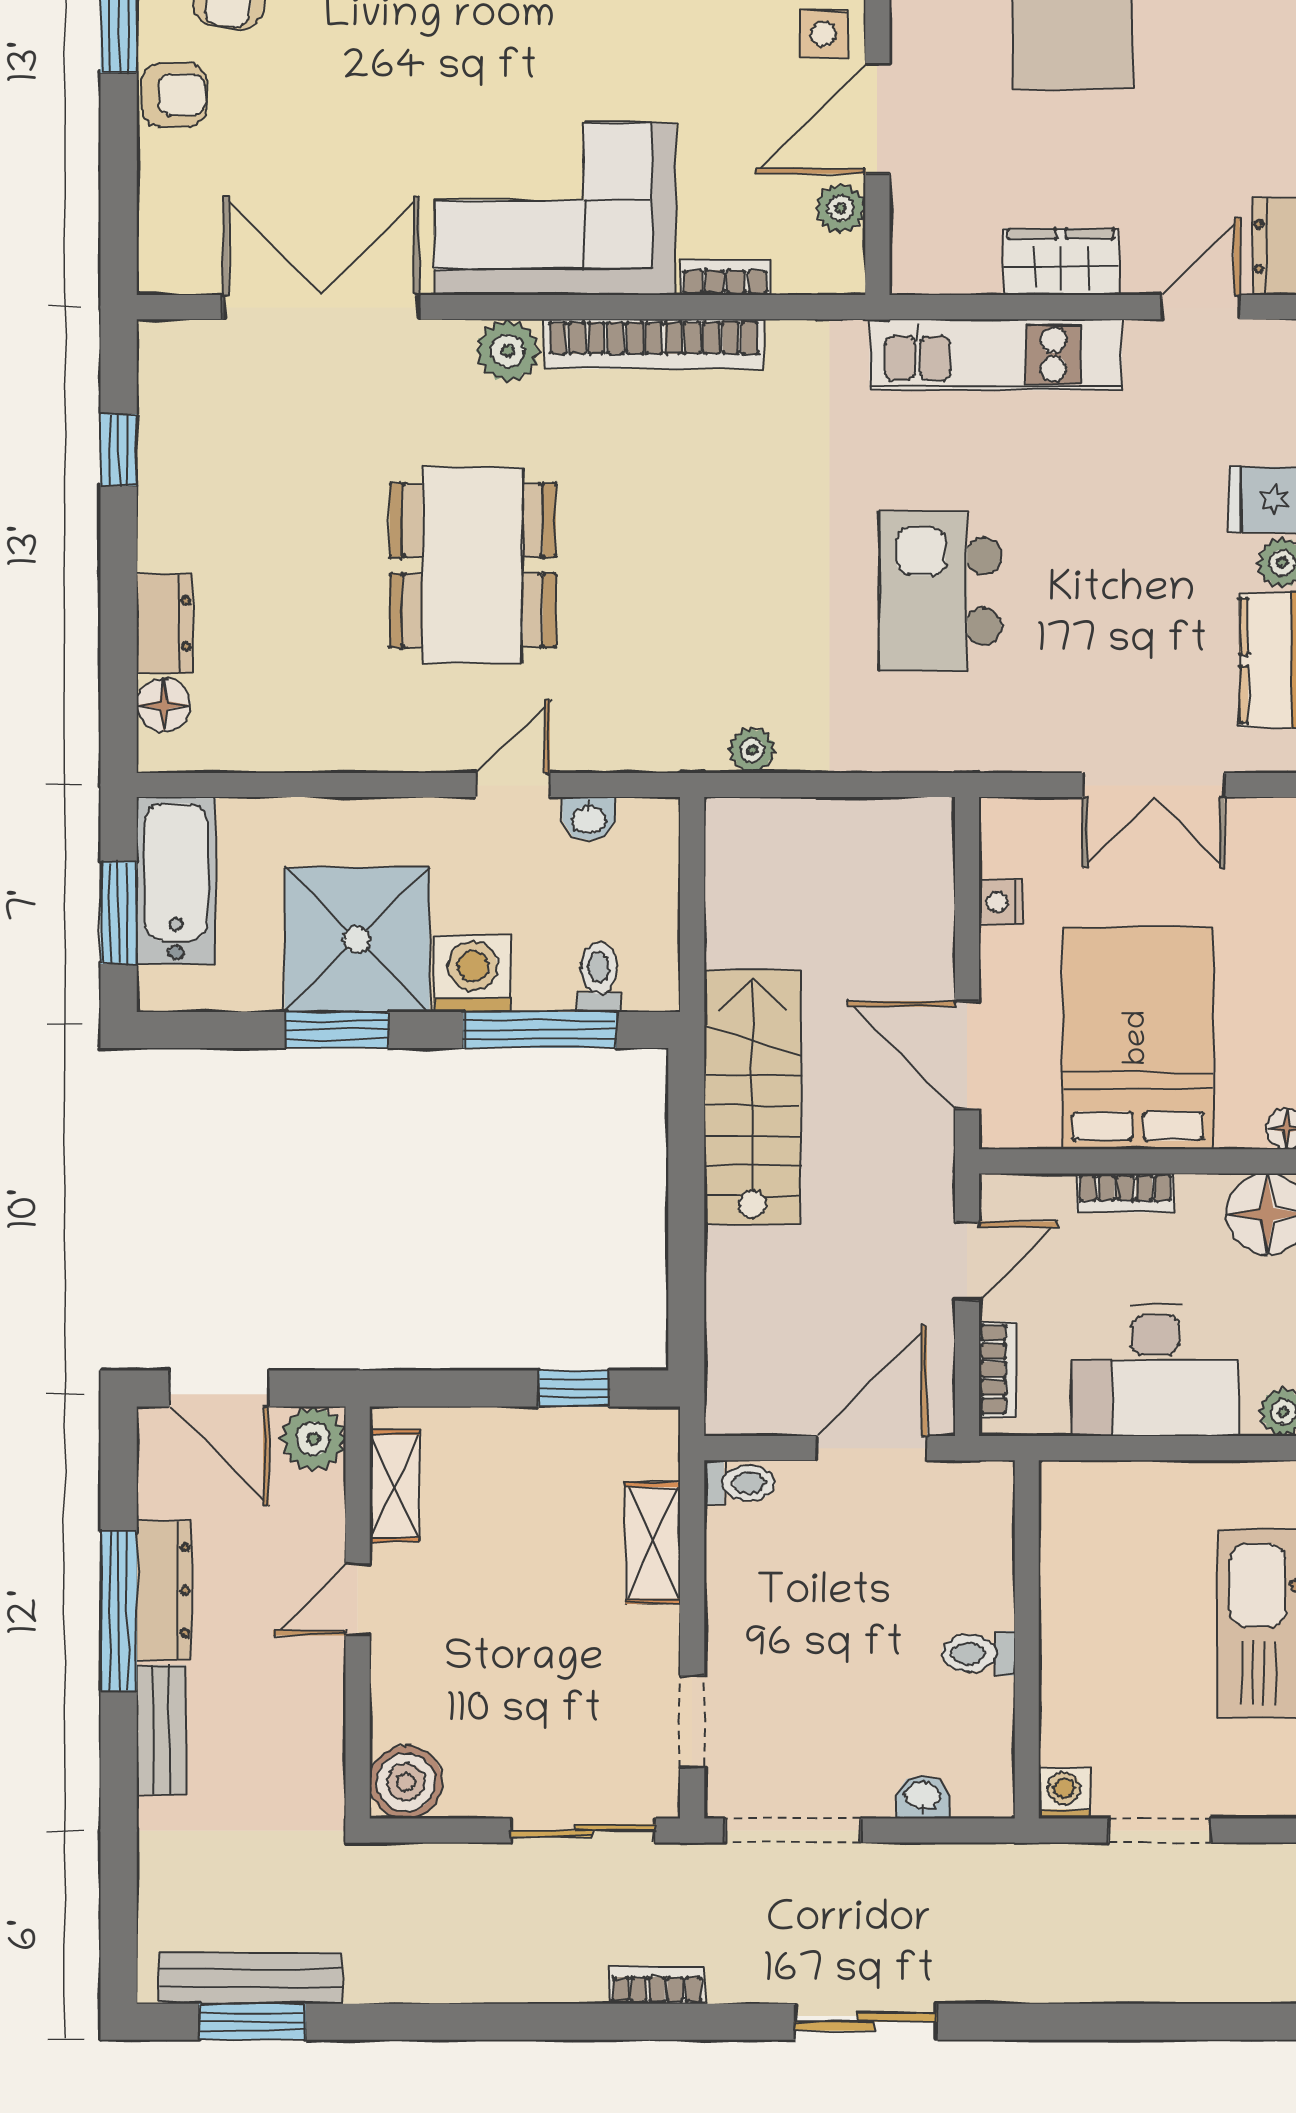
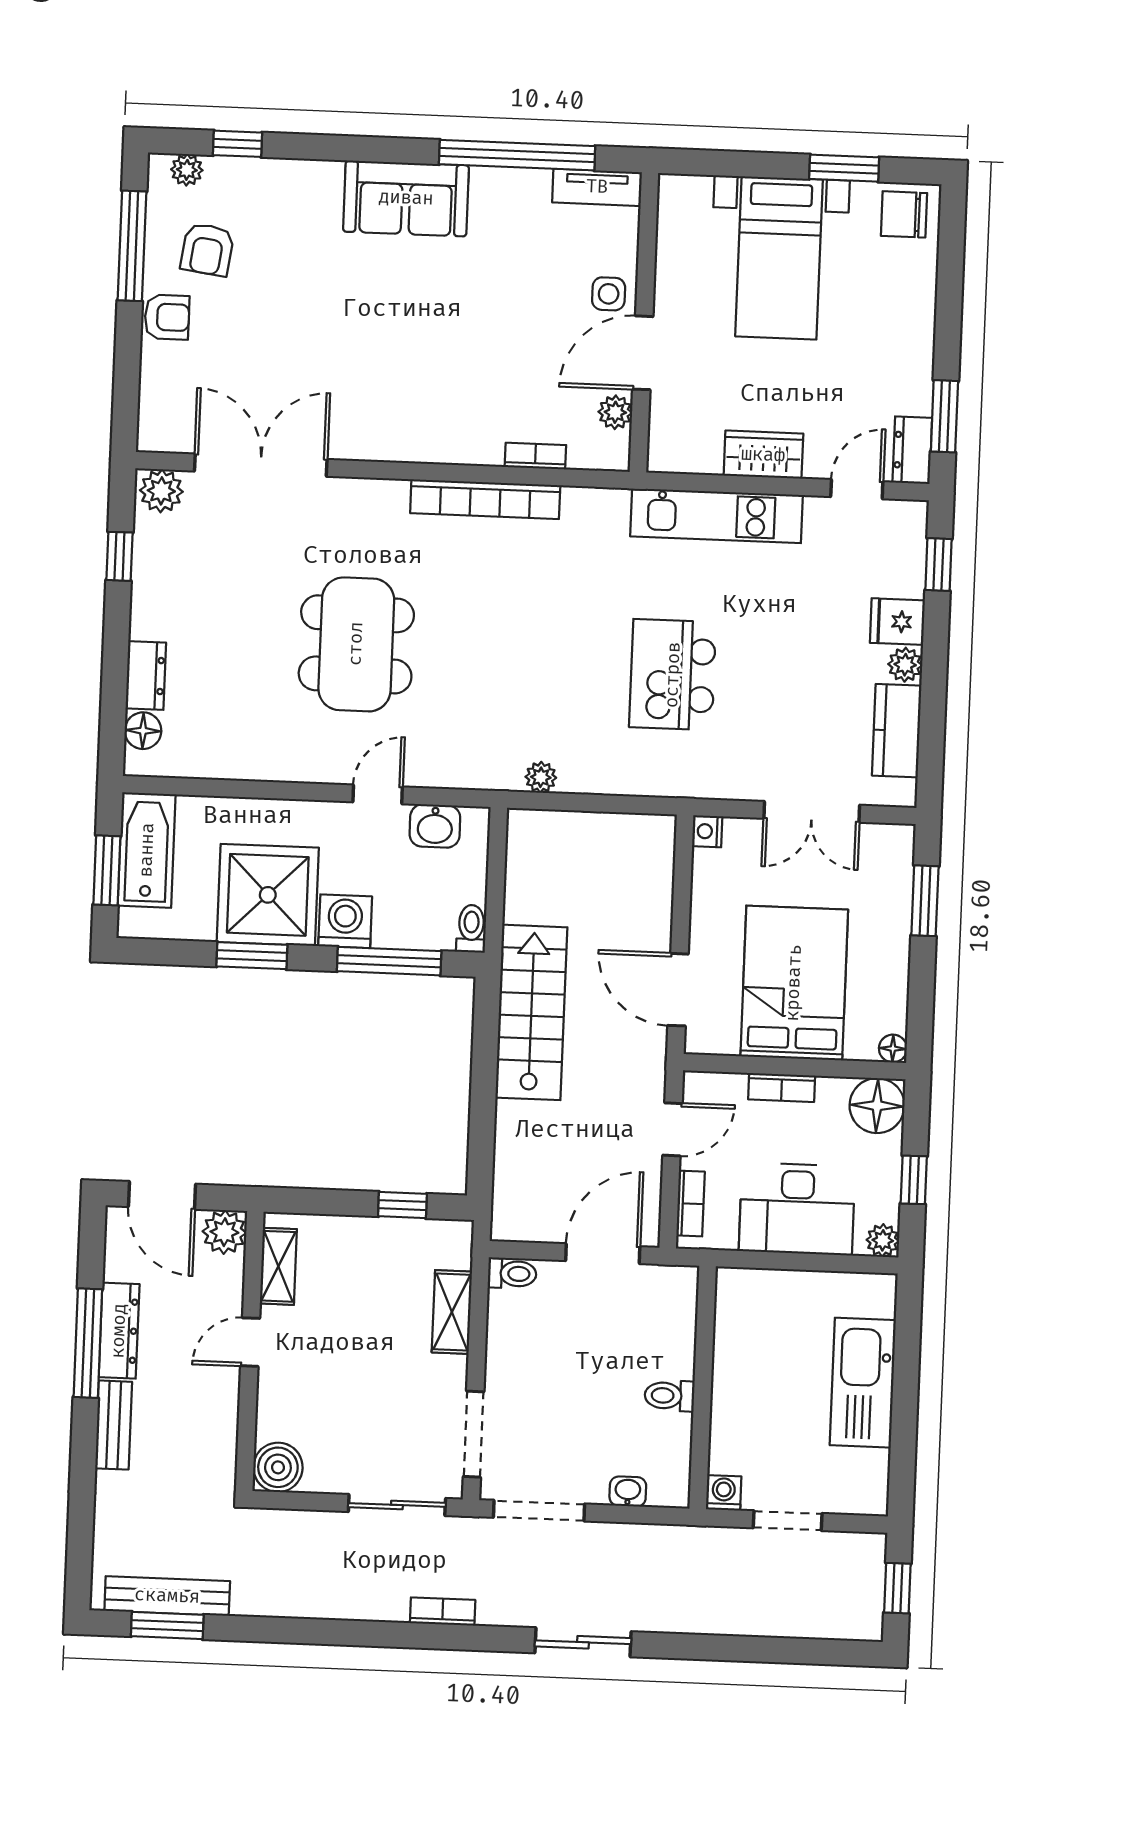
corner sofa: (555, 209) -> (422, 405), removed
plant: (508, 351) -> (161, 491), moved
washbasin: (589, 819) -> (435, 826), width x1.38, depth x1.45
nightstand: (1001, 902) -> (707, 831), moved
toilet: (599, 977) -> (471, 929), moved
doorway: (692, 1722) -> (474, 1434), width x1.38

